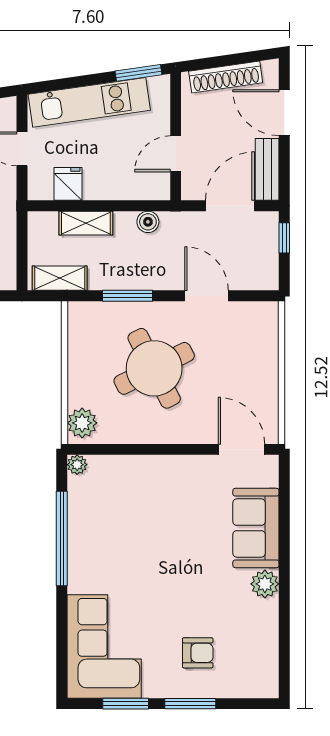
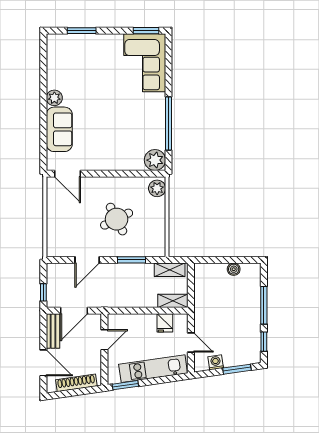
boiler: (148, 222) -> (120, 301), removed
shelving: (86, 223) -> (173, 301), moved
door: (207, 296) -> (87, 260), hinge flipped
round table: (154, 368) -> (117, 219), width x0.73, depth x0.73
plant: (77, 465) -> (155, 160), width x1.87, depth x1.87
armchair: (198, 653) -> (92, 59), removed
window: (126, 704) -> (146, 31), moved
window: (190, 704) -> (82, 31), moved

